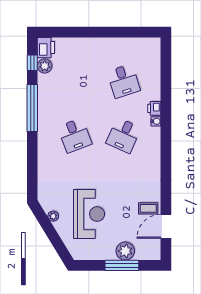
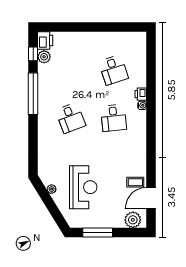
desk: (124, 135) -> (114, 118), turned -30
plant: (125, 251) -> (133, 220), moved
window: (122, 265) -> (98, 233), moved

